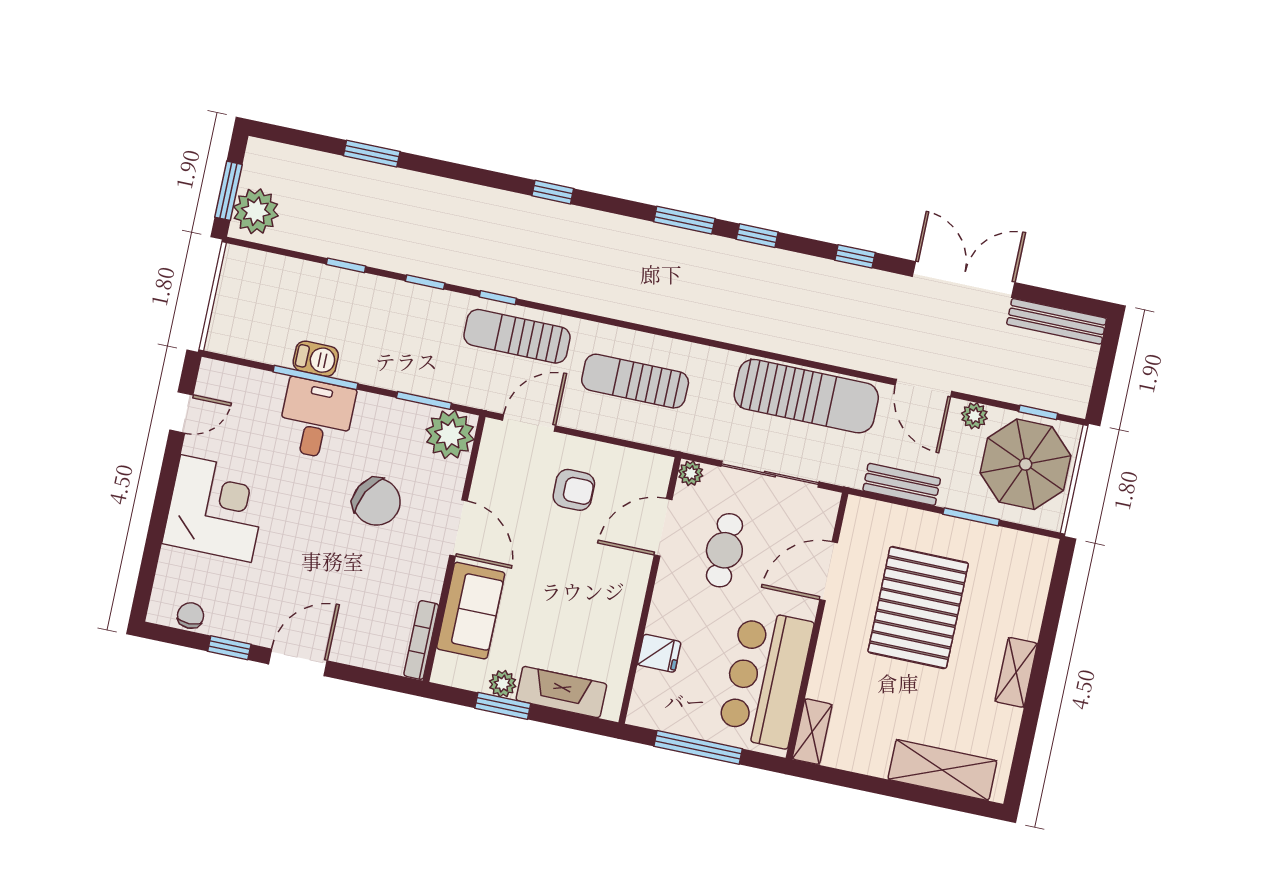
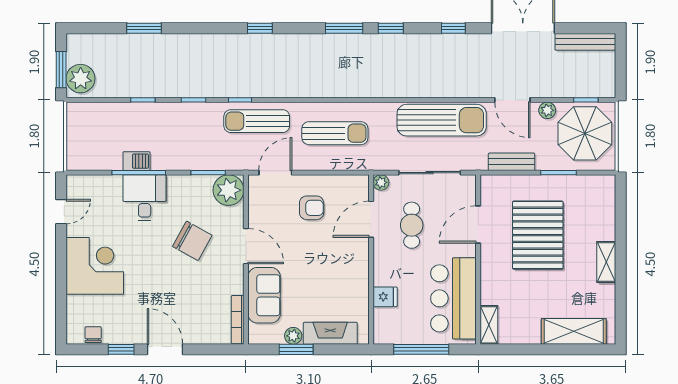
sun lounger: (635, 381) -> (335, 133), turned 180
door: (298, 662) -> (165, 349), hinge flipped

